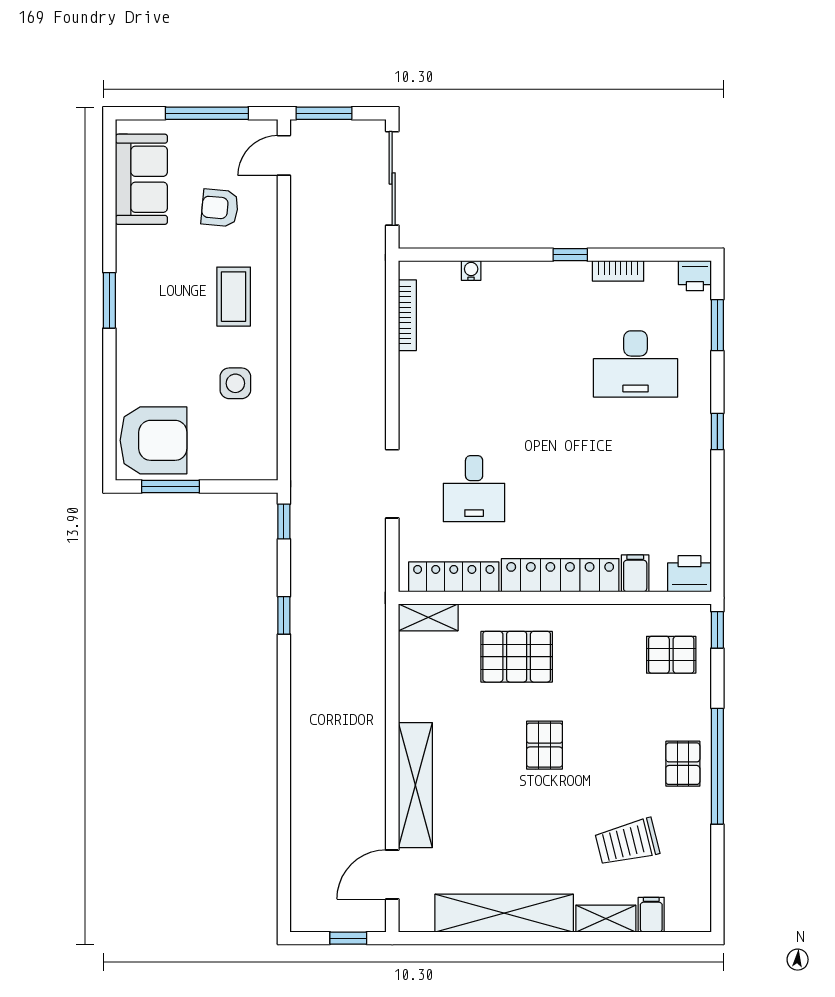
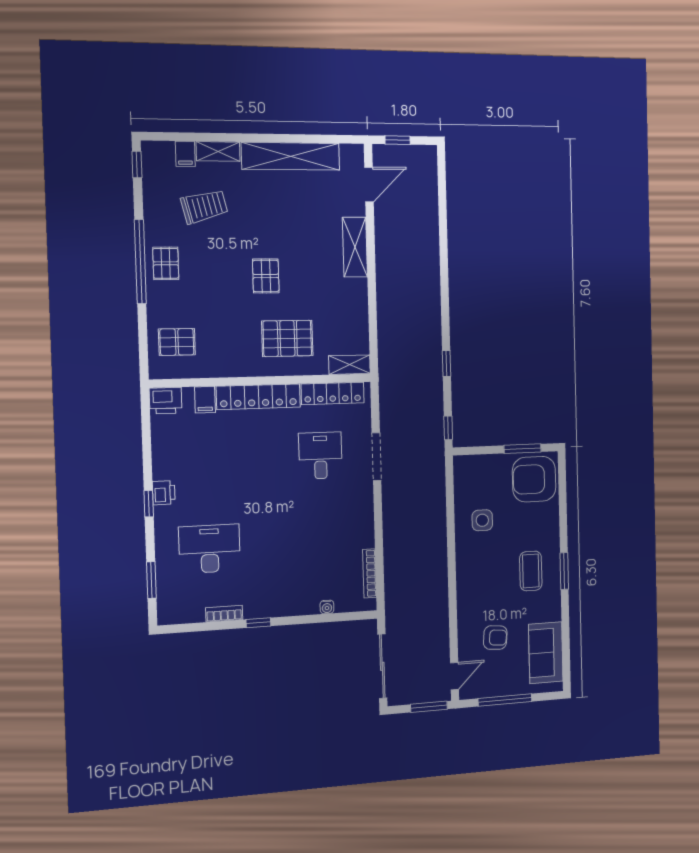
printer: (695, 276) -> (164, 493), moved, turned 90
coffee table: (234, 297) -> (531, 571), moved
window: (717, 630) -> (137, 164), moved
shelving: (415, 785) -> (355, 247), width x0.68

